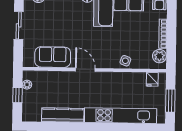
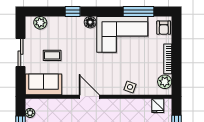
coffee table: (50, 29) -> (52, 55), added
sofa: (53, 57) -> (44, 84), moved

